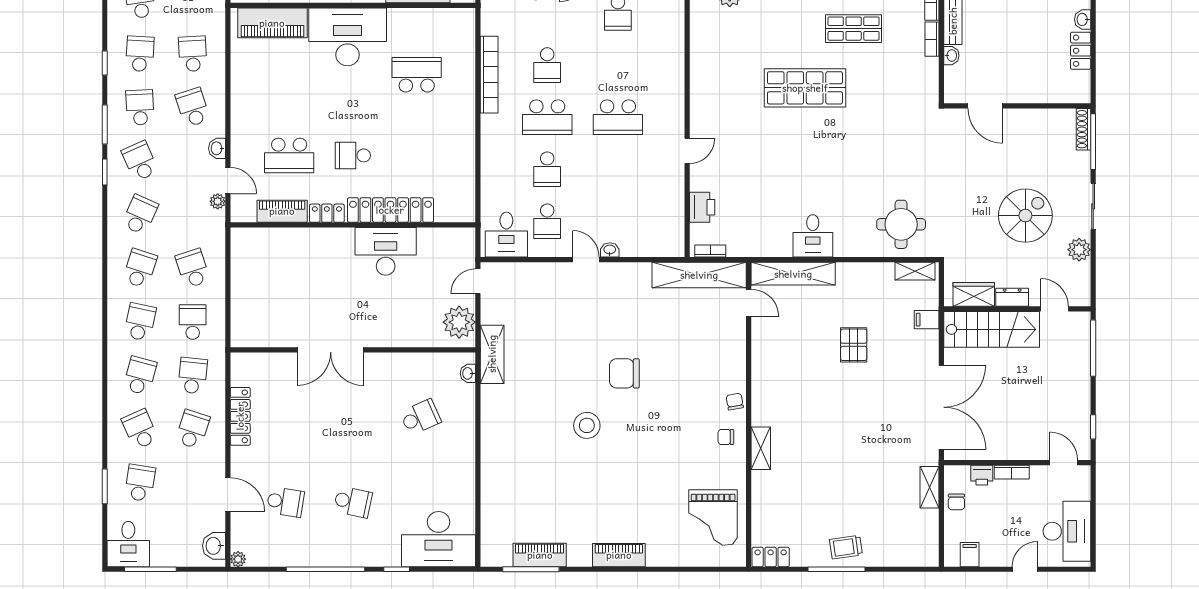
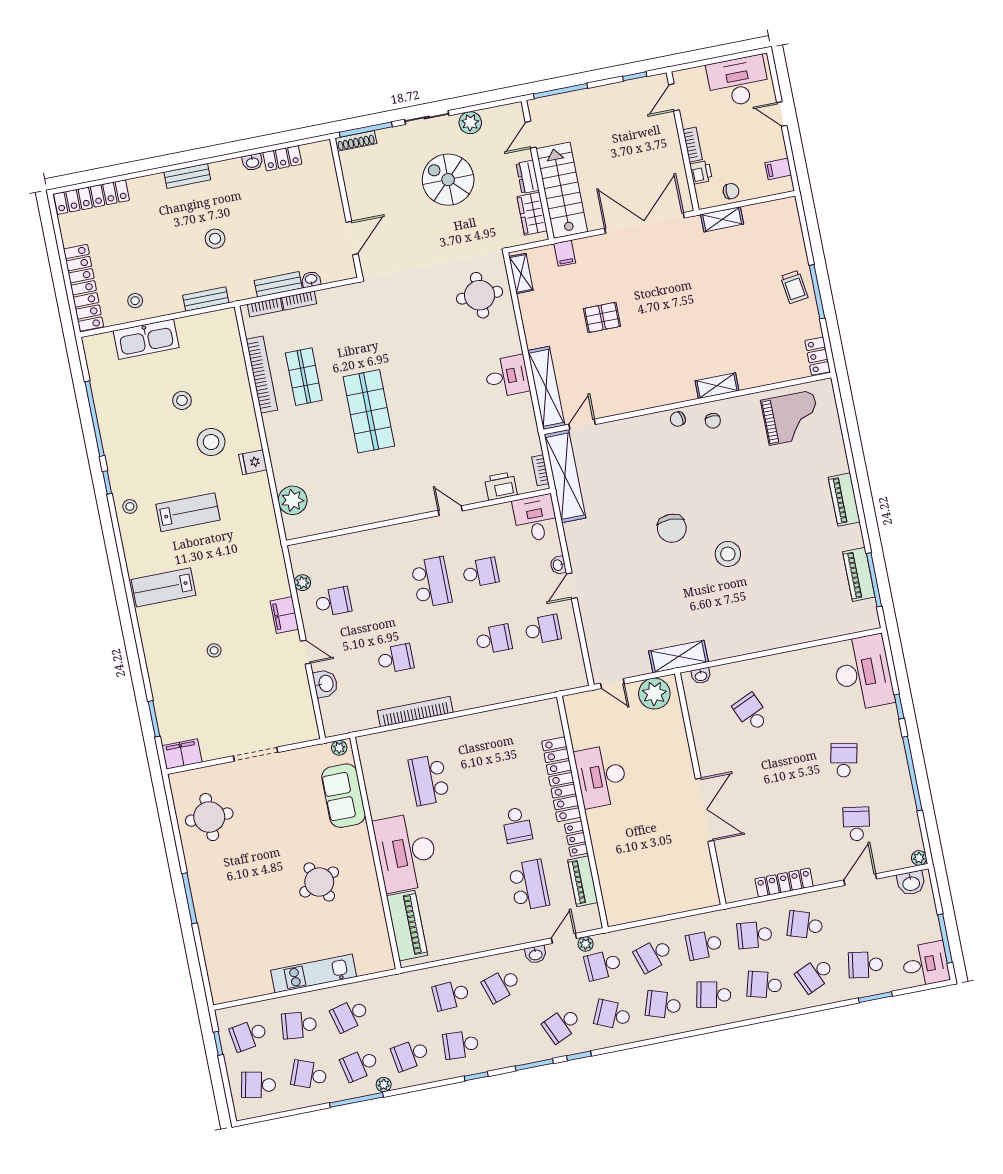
school desk: (140, 107) -> (603, 965), moved
school desk: (547, 117) -> (480, 573), moved, width x0.54
desk: (506, 235) -> (535, 518), moved, turned -90

